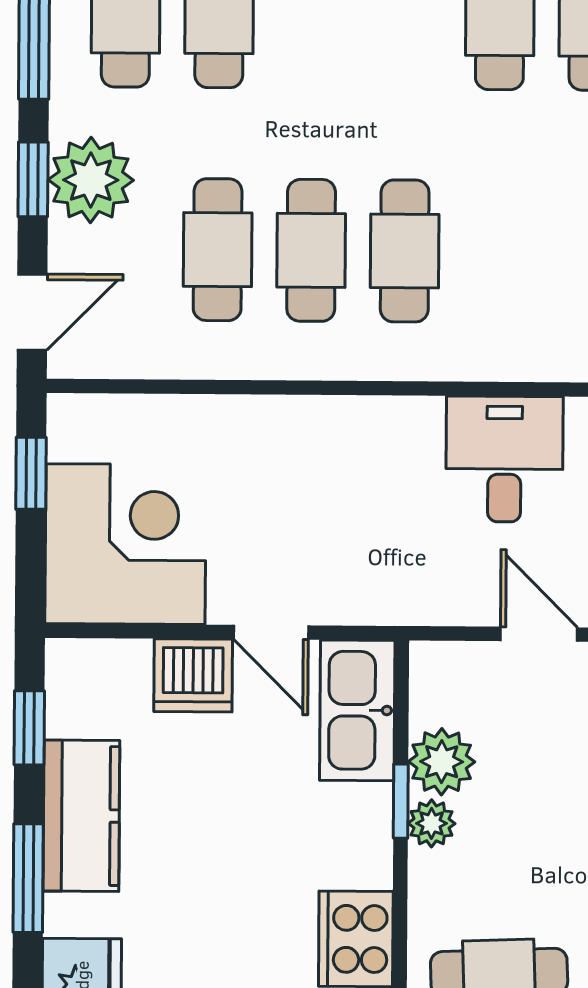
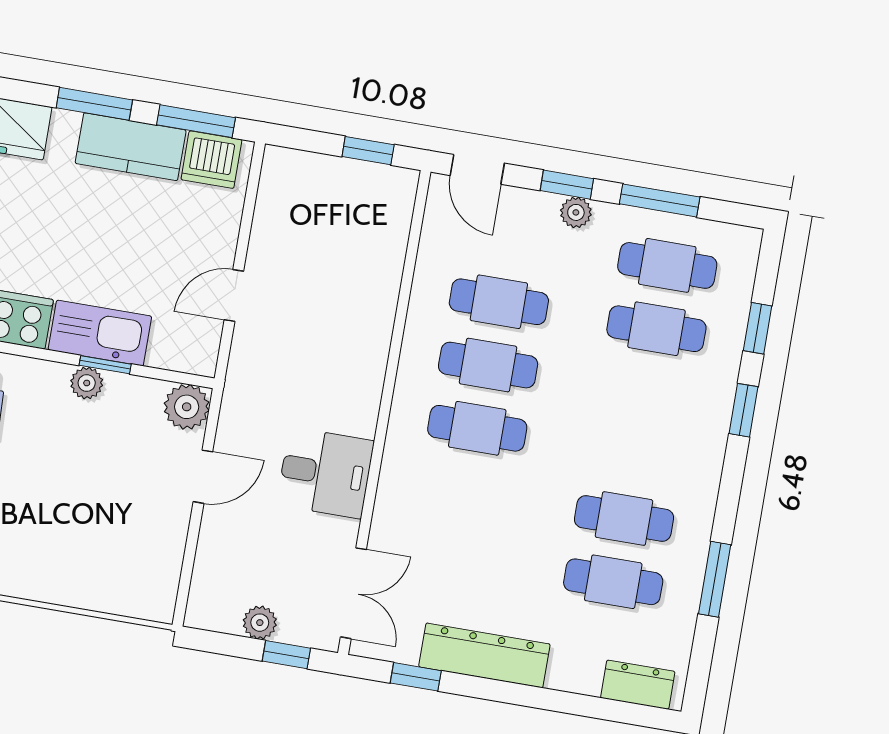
plant: (91, 180) -> (576, 212), width x0.53, depth x0.53
corner desk: (125, 544) -> (310, 207), removed
dishwasher: (193, 675) -> (211, 160), moved, turned -90
kitchen sink: (357, 710) -> (100, 333), moved
window: (29, 728) -> (196, 121), width x1.50
plant: (442, 762) -> (187, 407), moved

